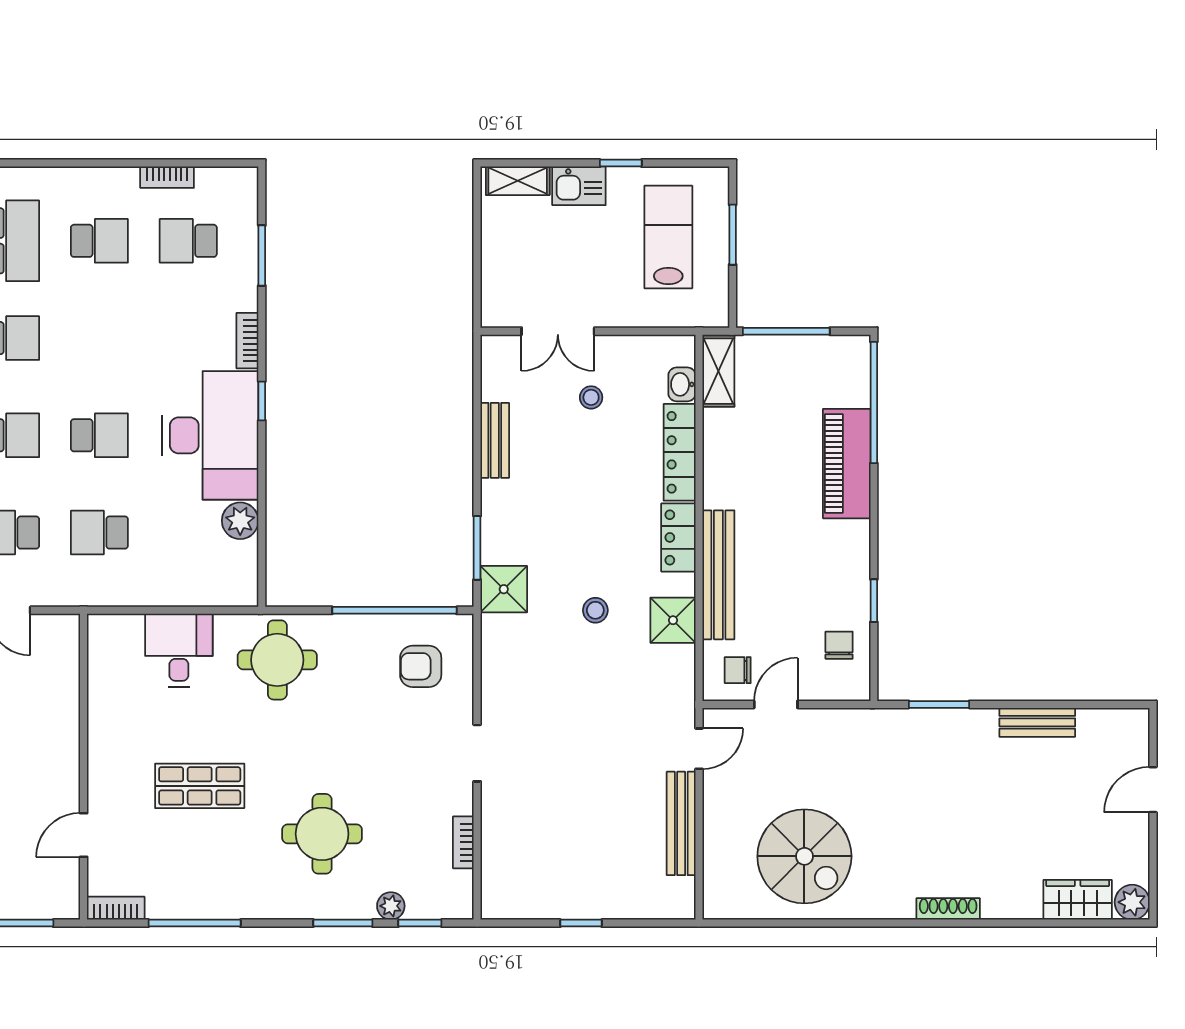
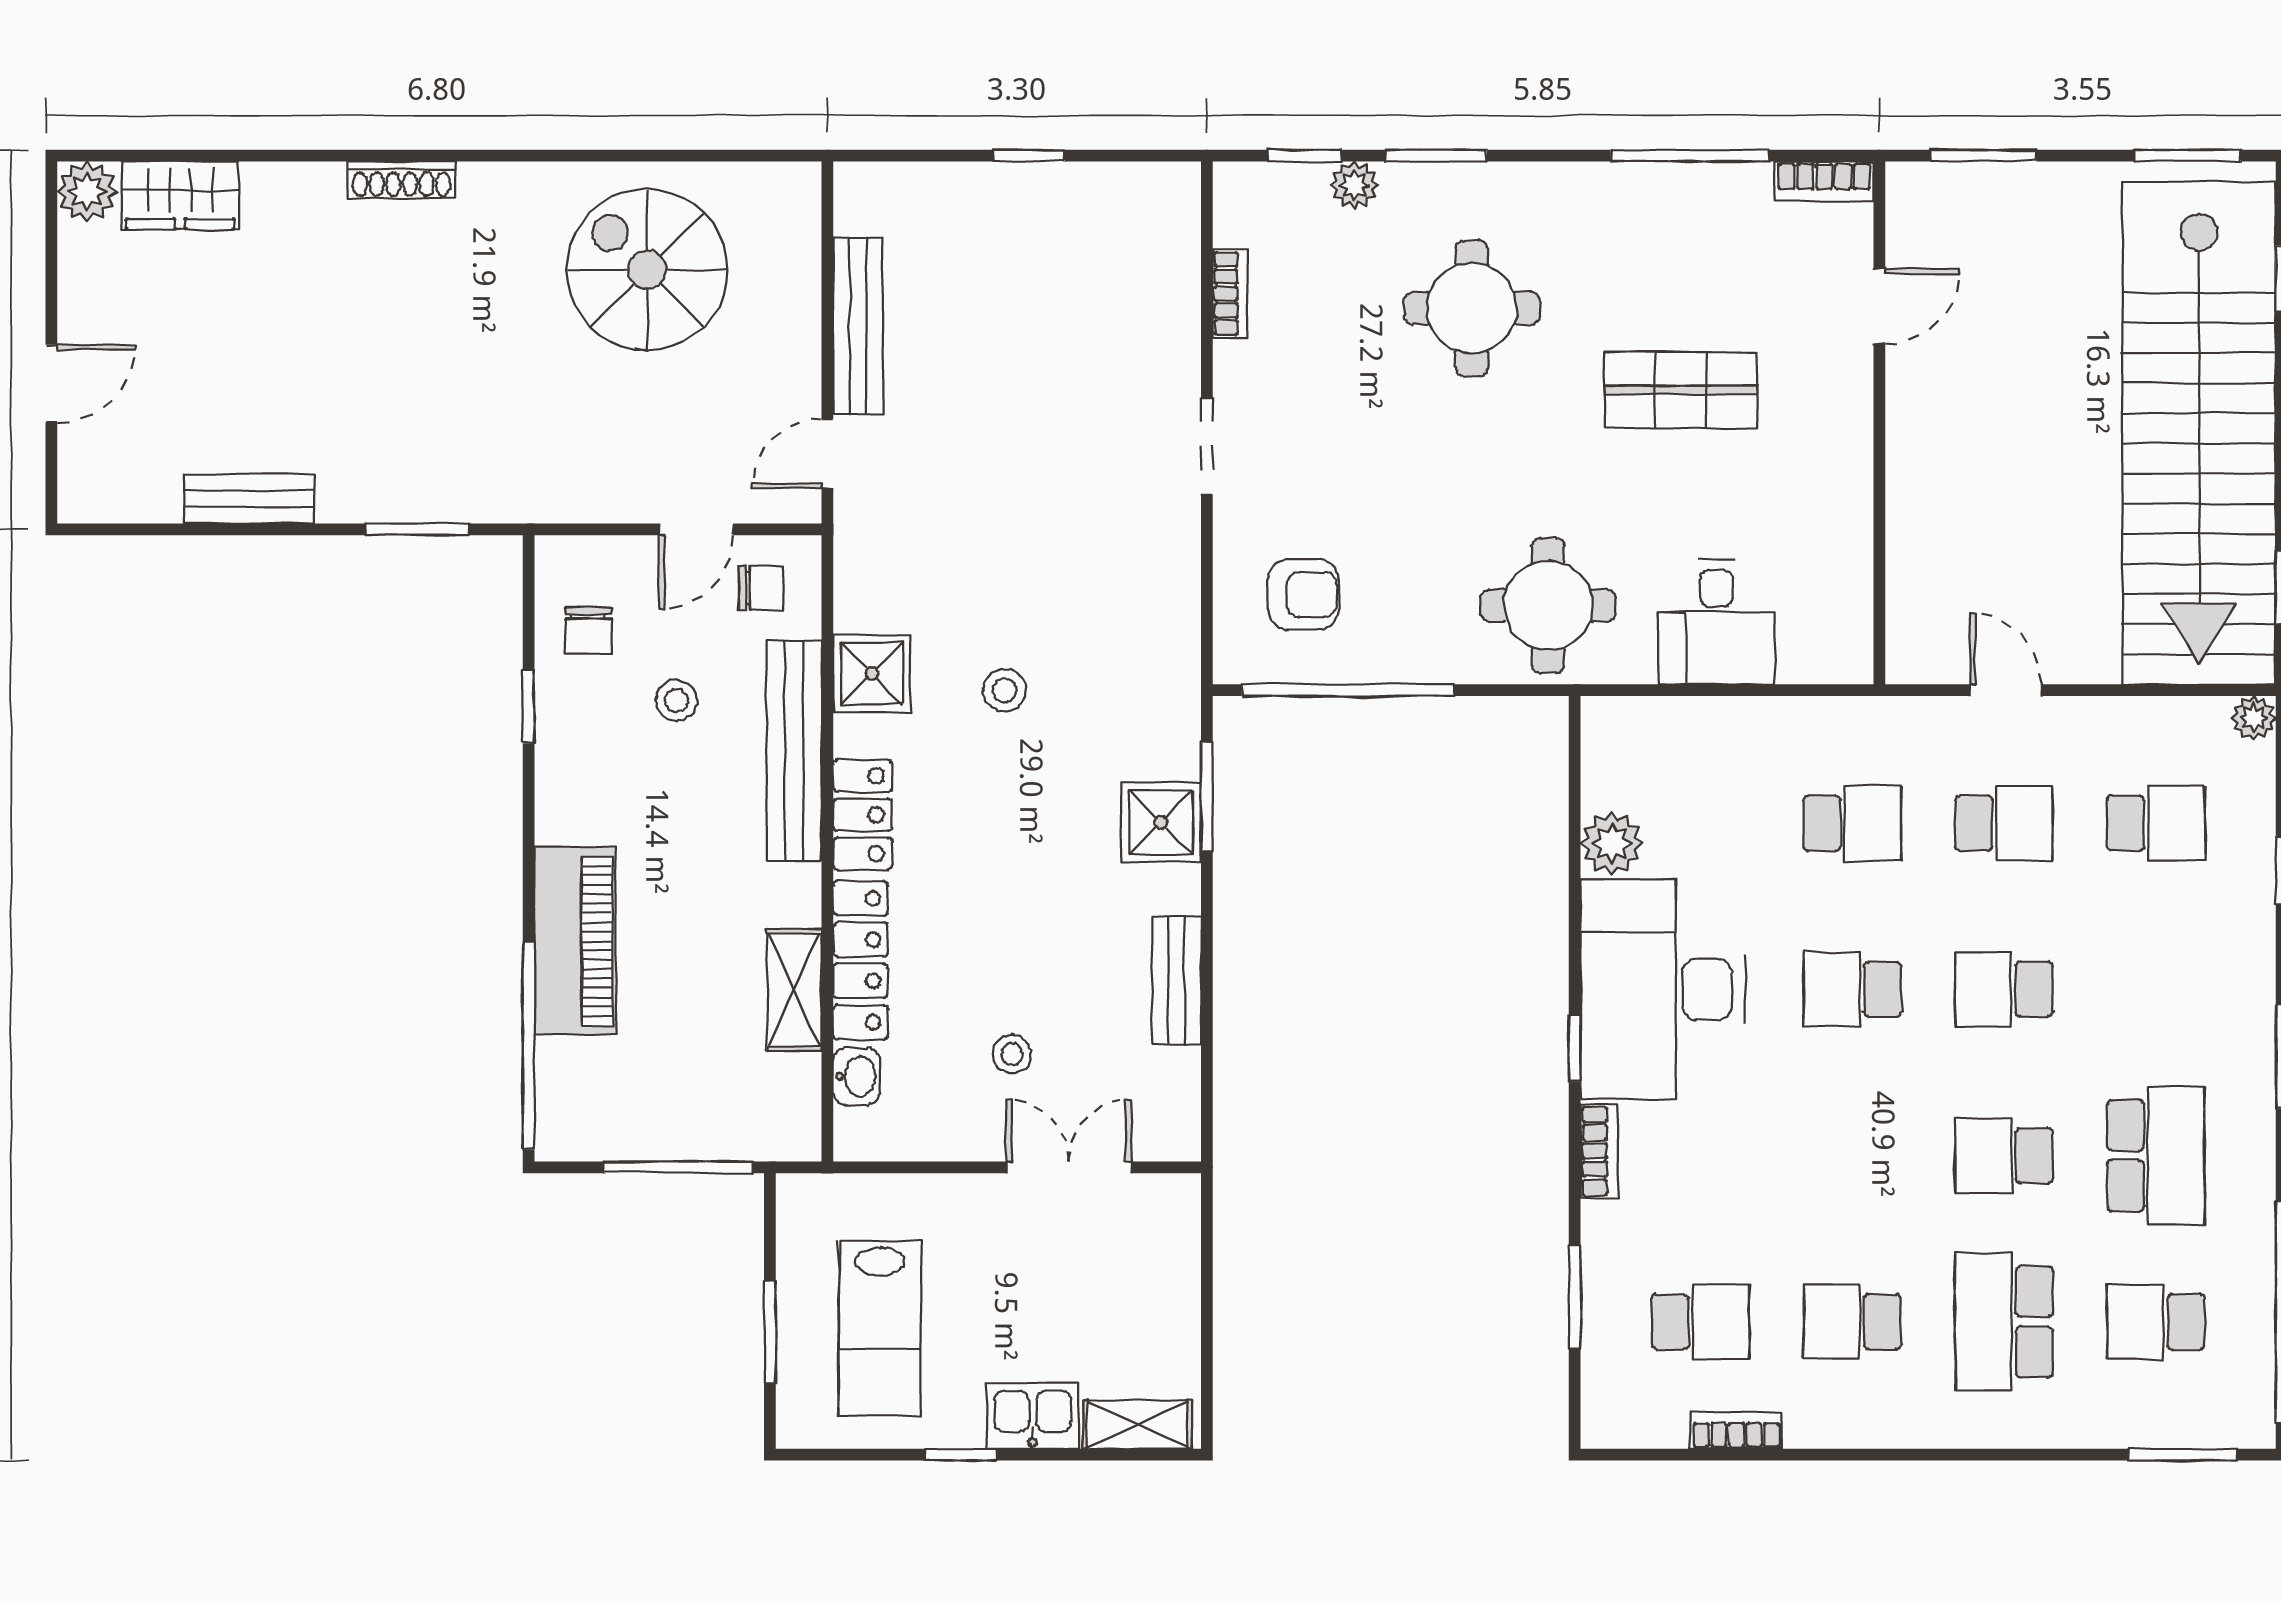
shelving: (718, 371) -> (794, 990), moved
shower: (504, 589) -> (1161, 822), moved
stool: (787, 604) -> (677, 700), added

